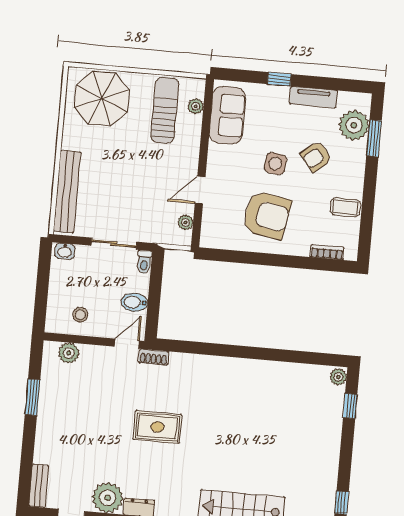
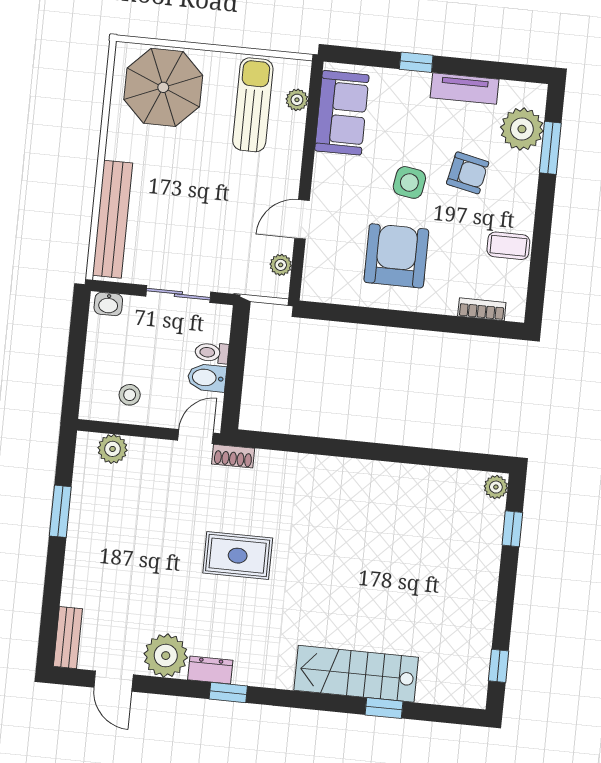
armchair: (316, 156) -> (468, 173), turned -128
armchair: (267, 215) -> (396, 256), turned -100
toilet: (144, 262) -> (212, 353), moved, turned 90

